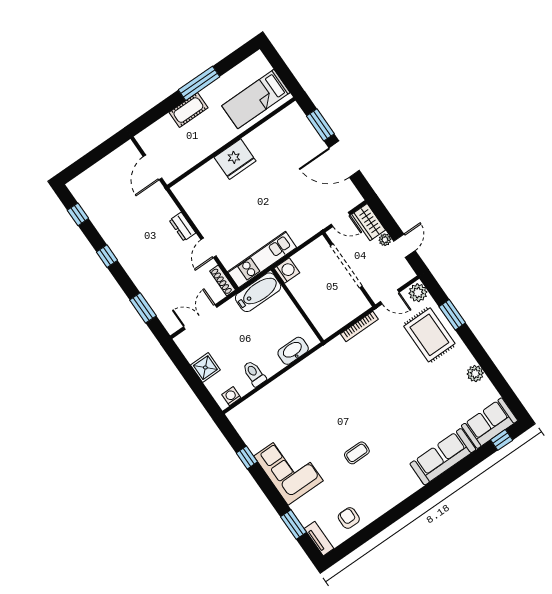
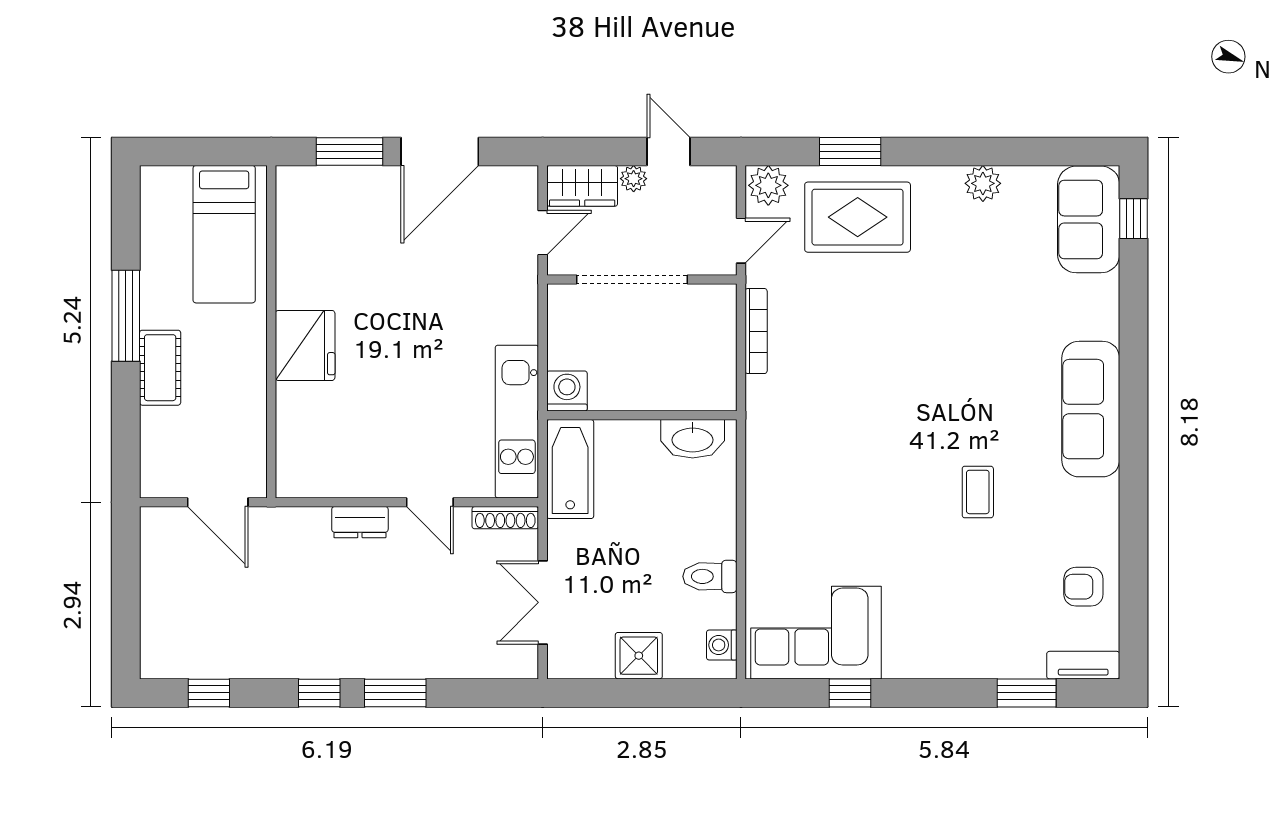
window: (143, 308) -> (395, 693), moved
washbasin: (293, 351) -> (693, 439), moved, turned -90
sofa: (443, 457) -> (1091, 409), moved
corner sofa: (288, 468) -> (816, 633), moved

